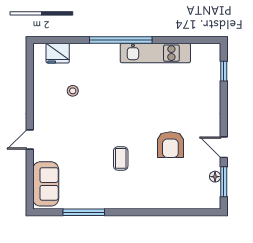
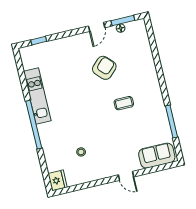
fridge: (58, 53) -> (58, 180), moved
armchair: (170, 145) -> (104, 68), turned -44

